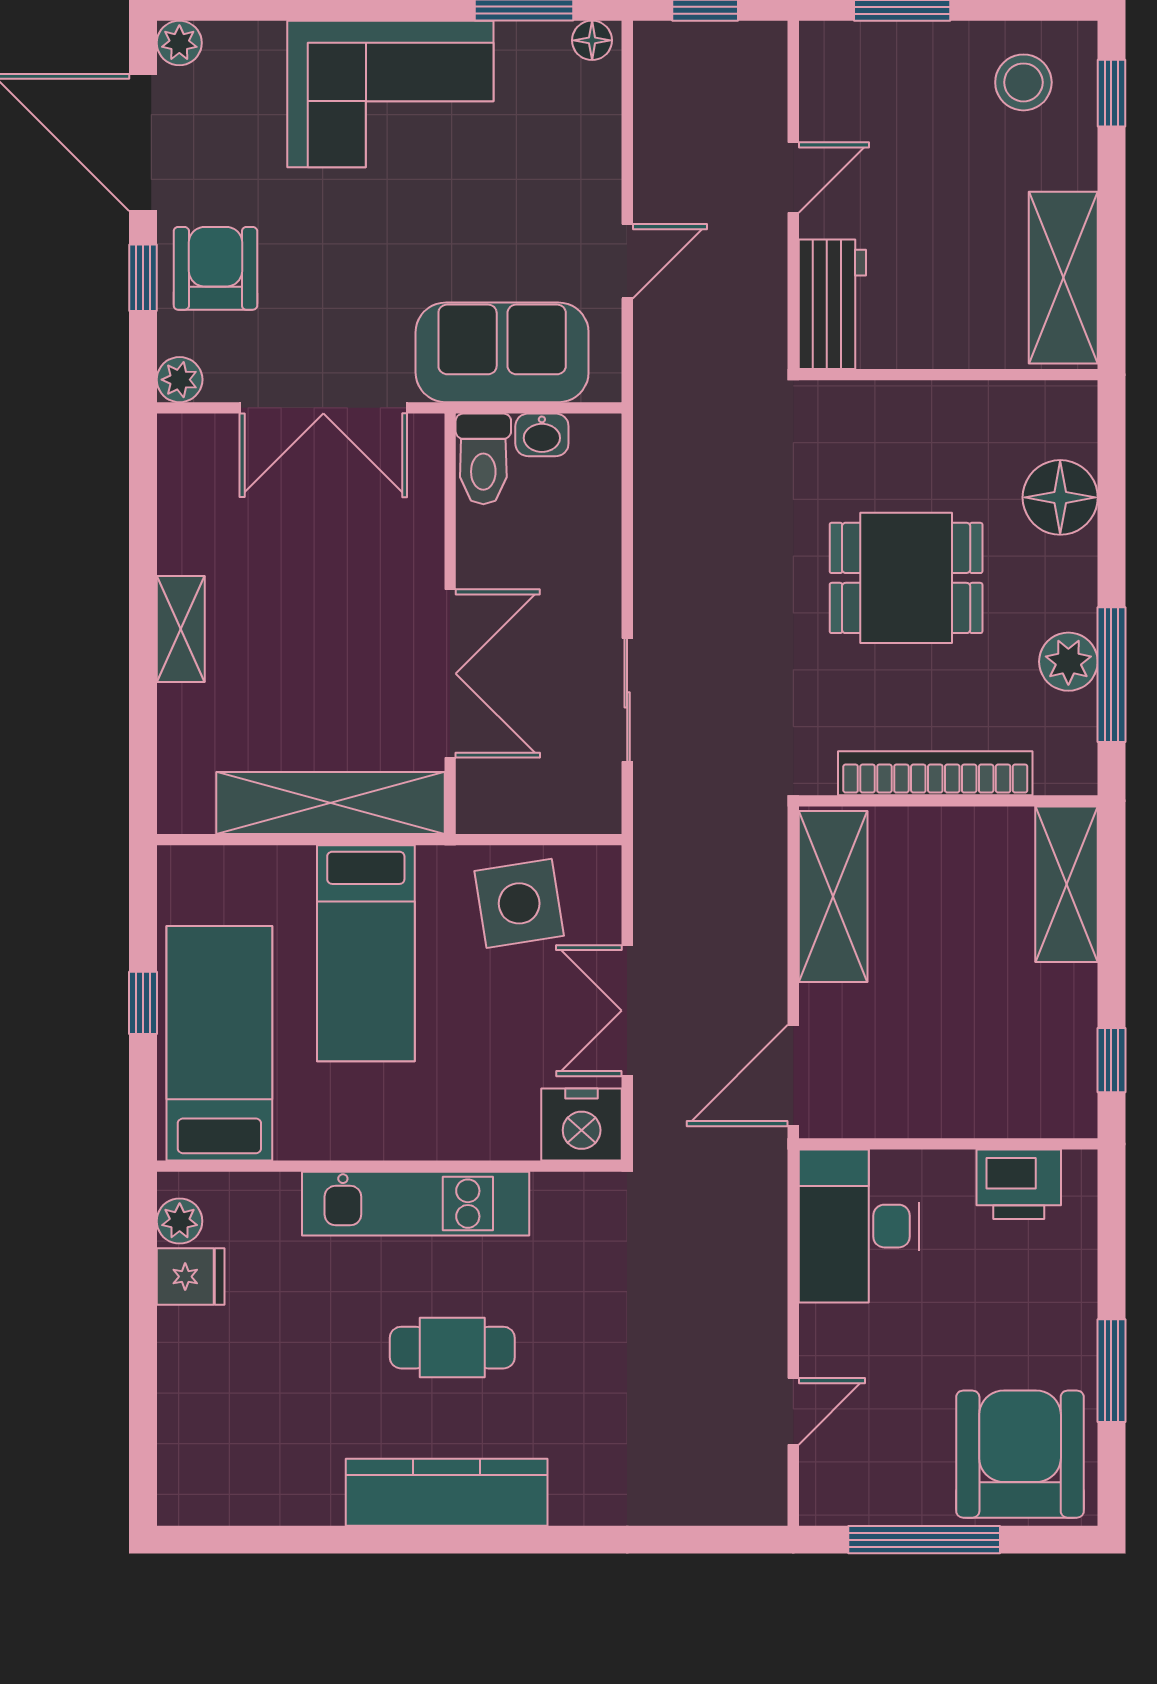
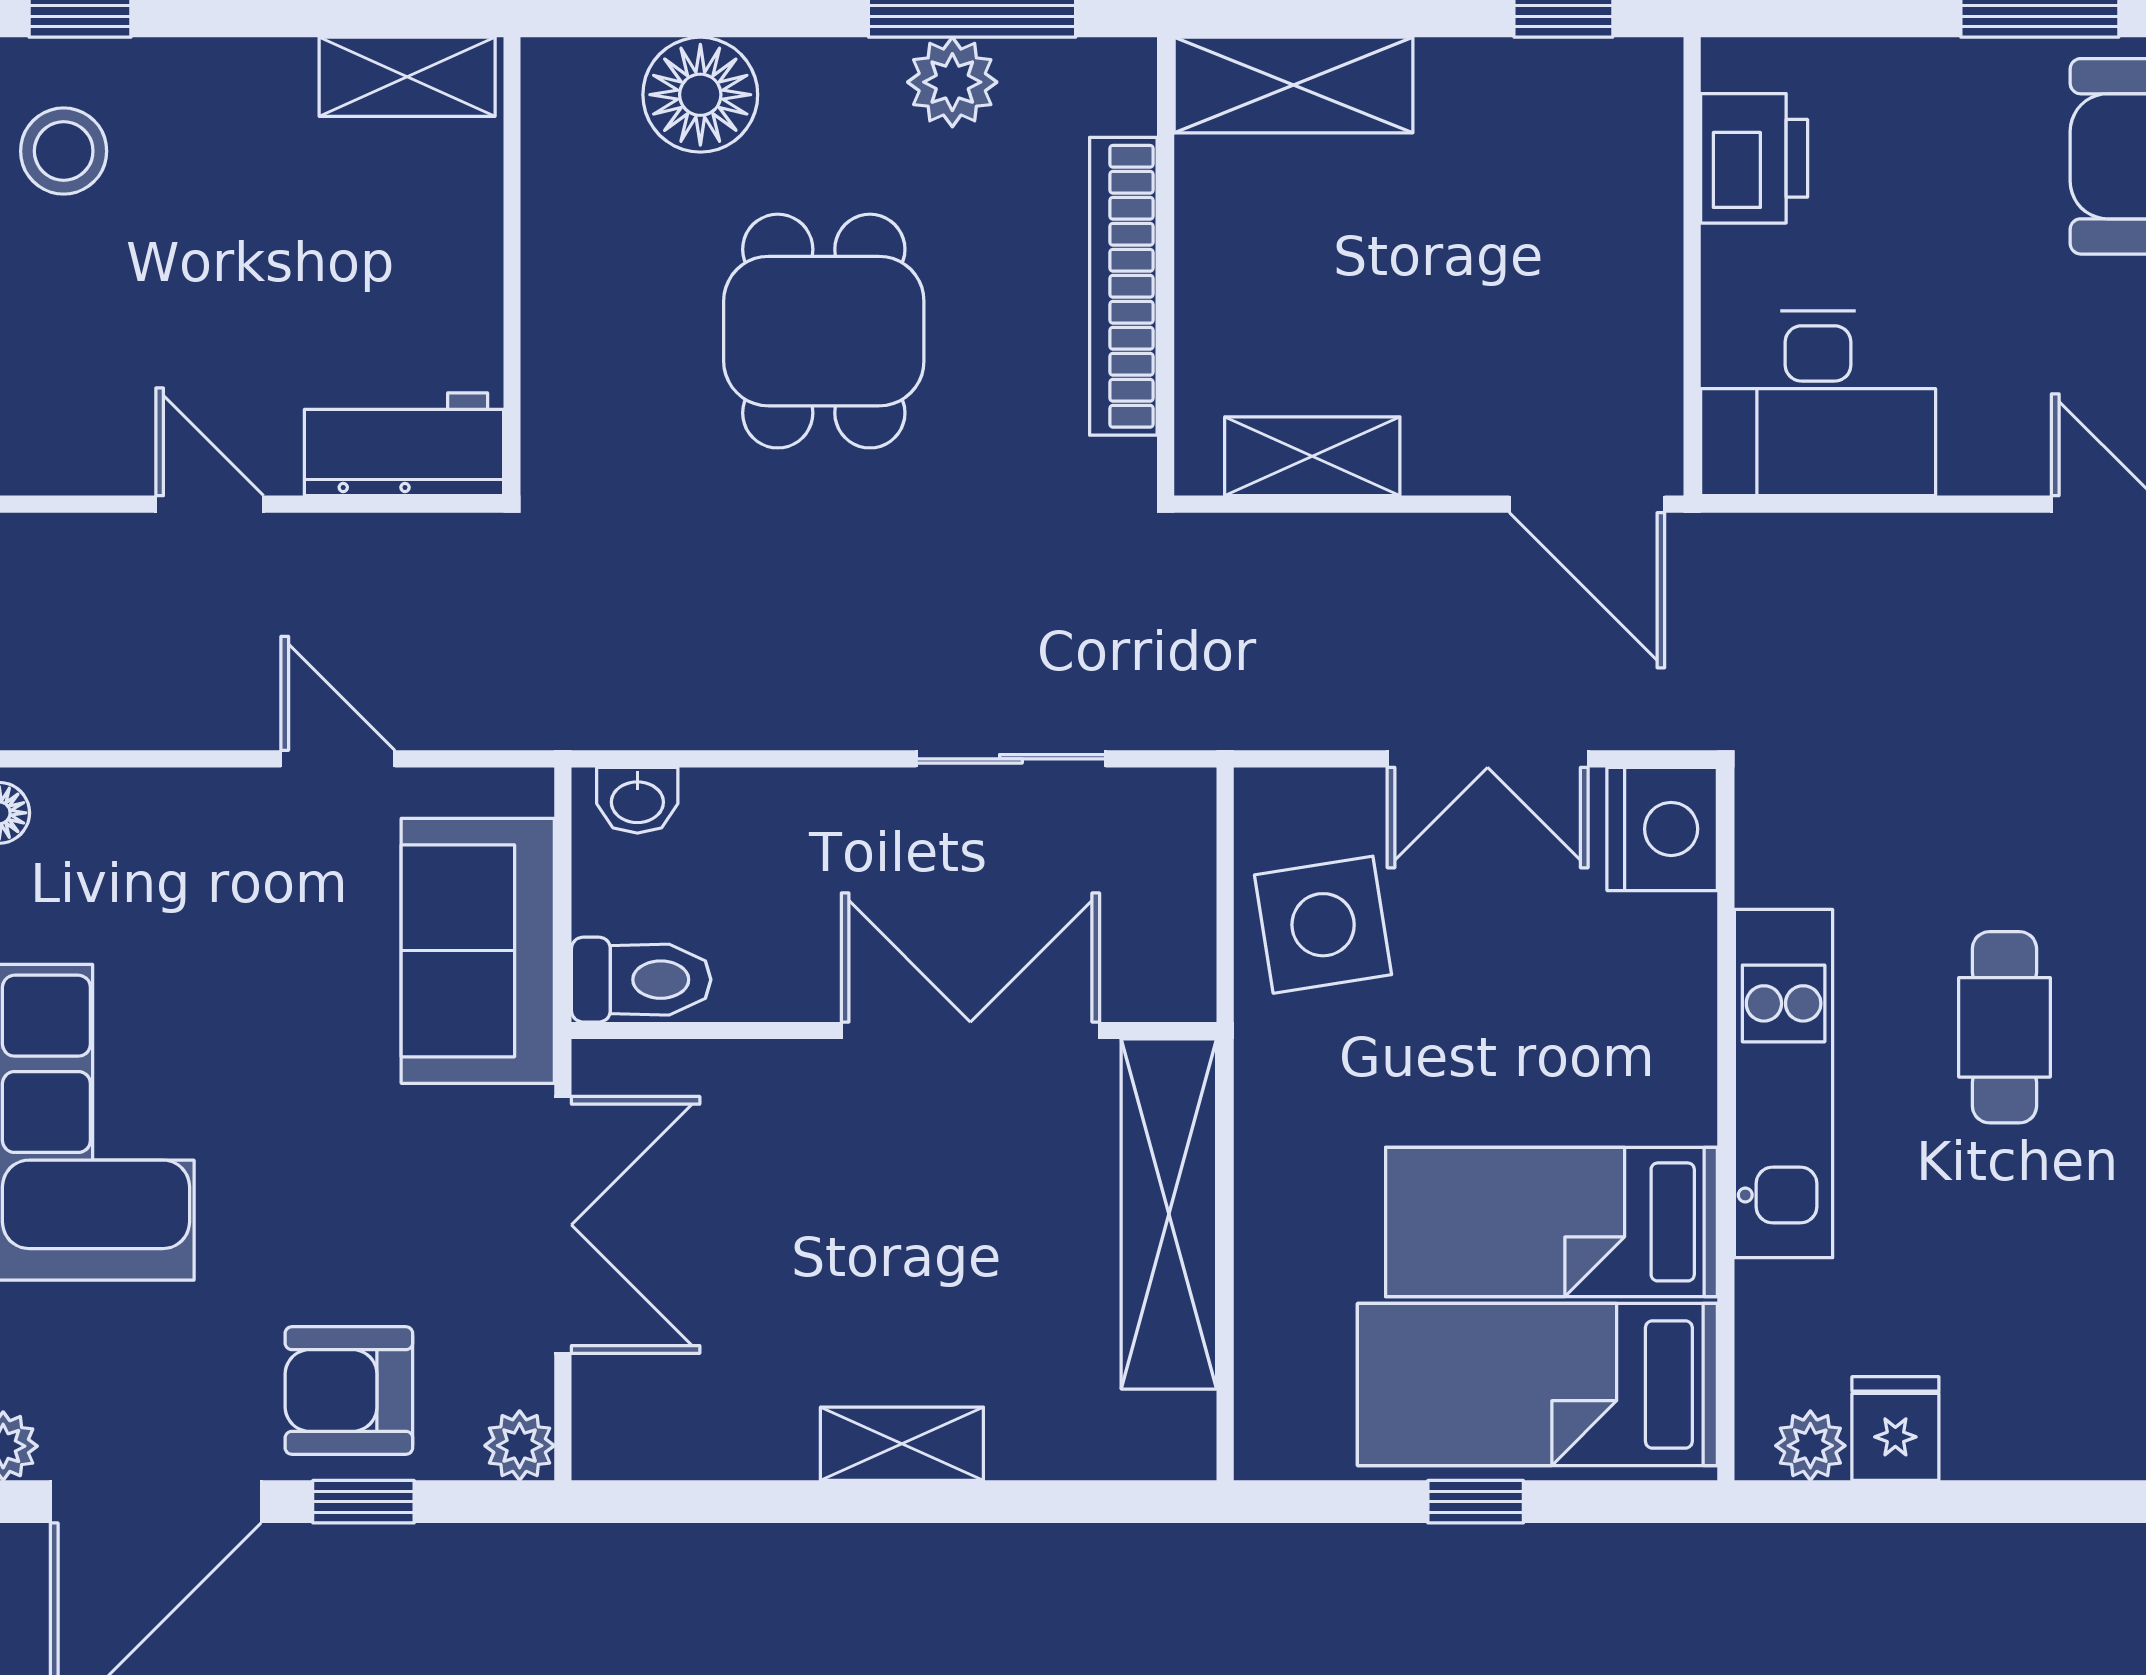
shelving: (1063, 278) -> (407, 77), width x0.67, depth x0.75
washbasin: (542, 435) -> (637, 800), moved, turned 90
shelving: (833, 896) -> (1312, 456), width x0.67, depth x0.75
bed: (366, 953) -> (1552, 1222), moved, turned 180

